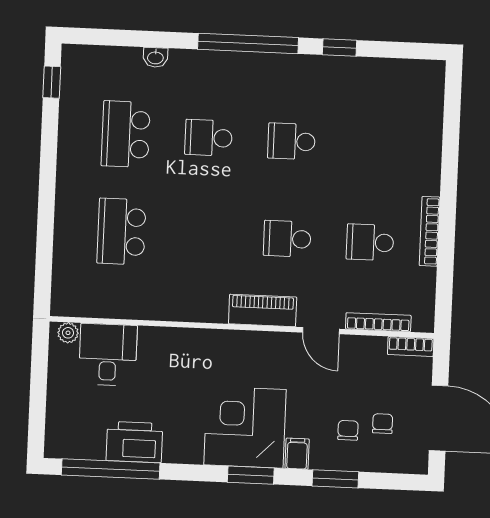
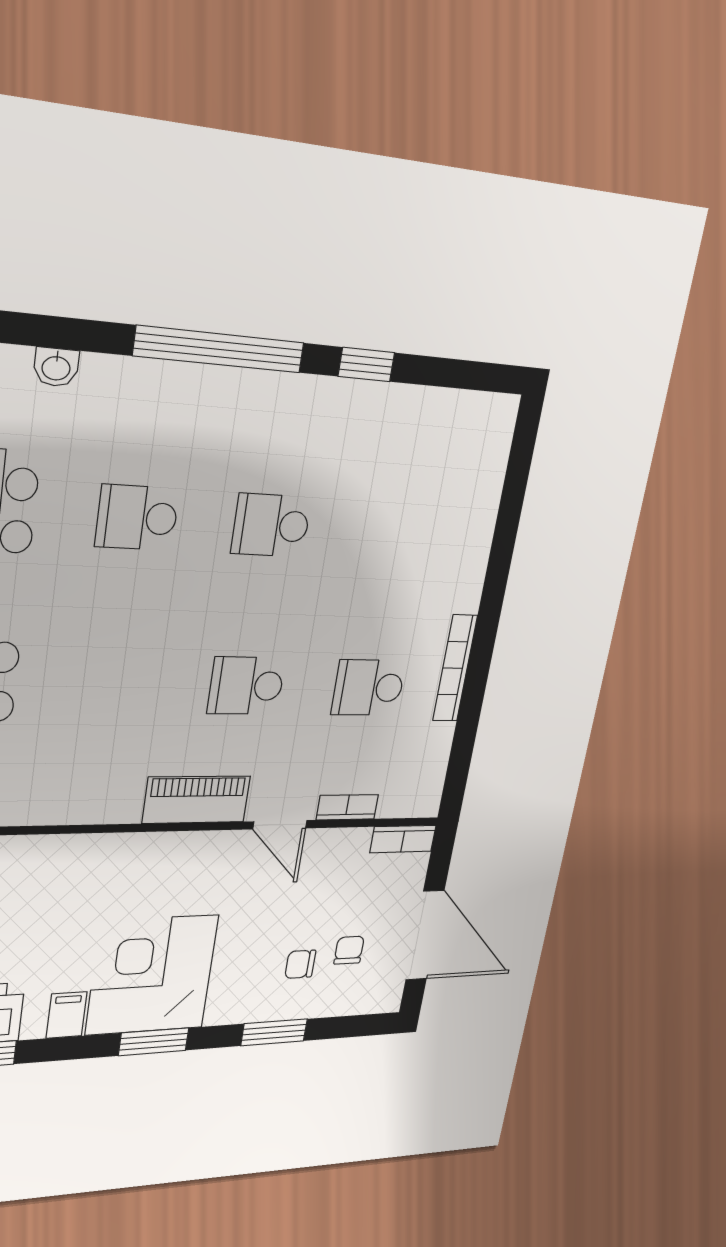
bookcase: (378, 322) -> (347, 807), width x0.64
chair: (348, 430) -> (300, 964), turned -90
filing cabinet: (297, 454) -> (67, 1015), moved

